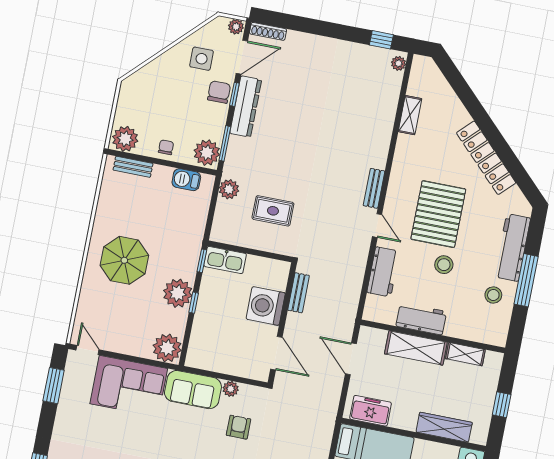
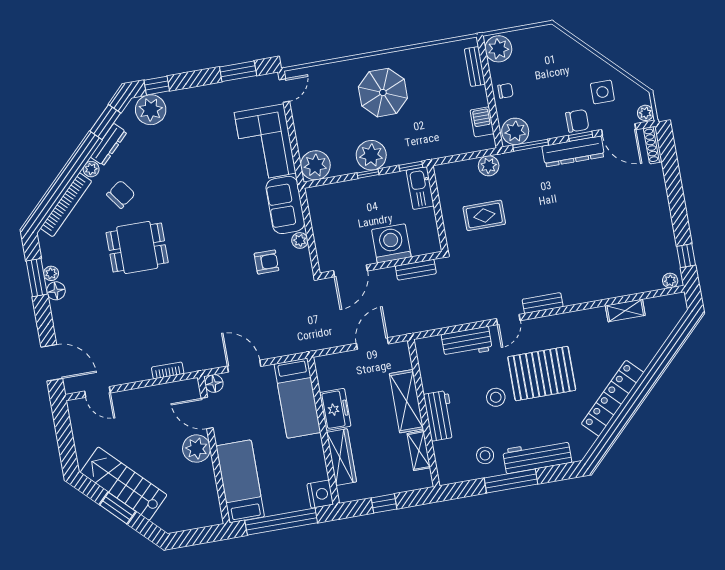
rug: (273, 211) -> (484, 215), turned 90
workbench: (421, 319) -> (440, 416), moved
freezer: (371, 411) -> (335, 409), moved

